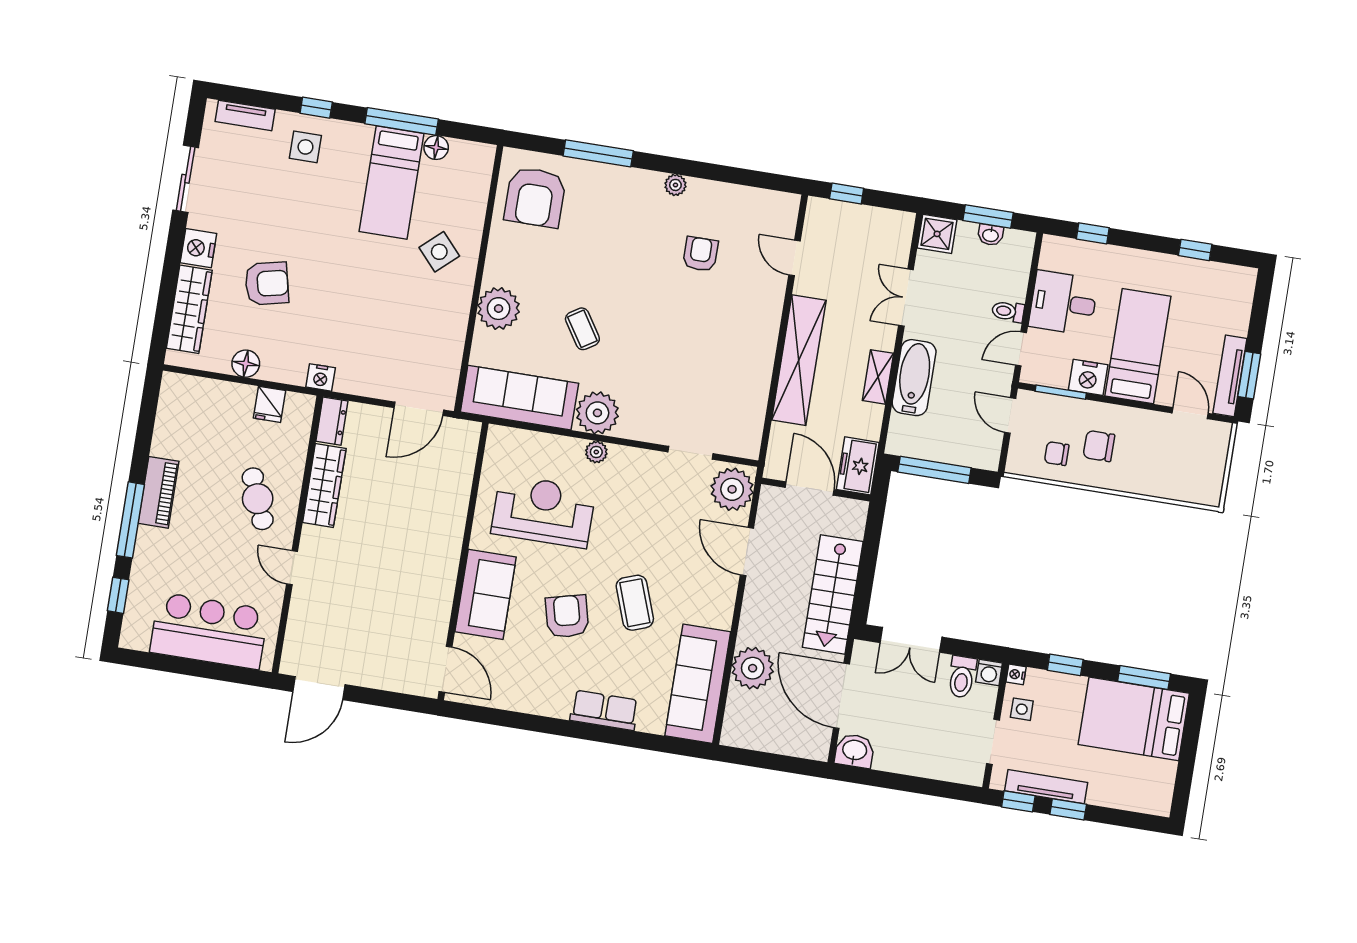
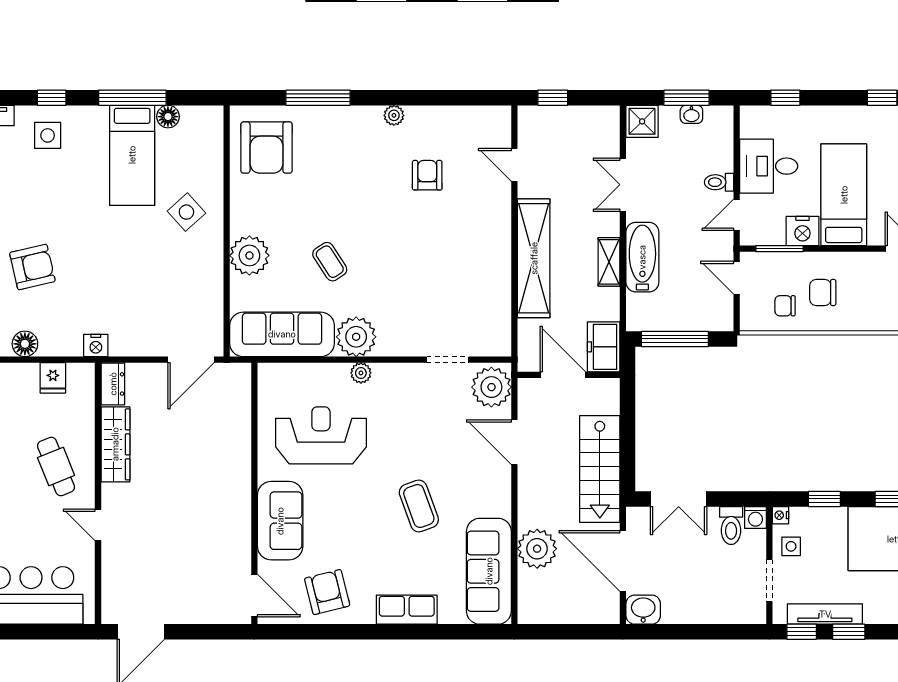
armchair: (567, 616) -> (327, 592), moved

